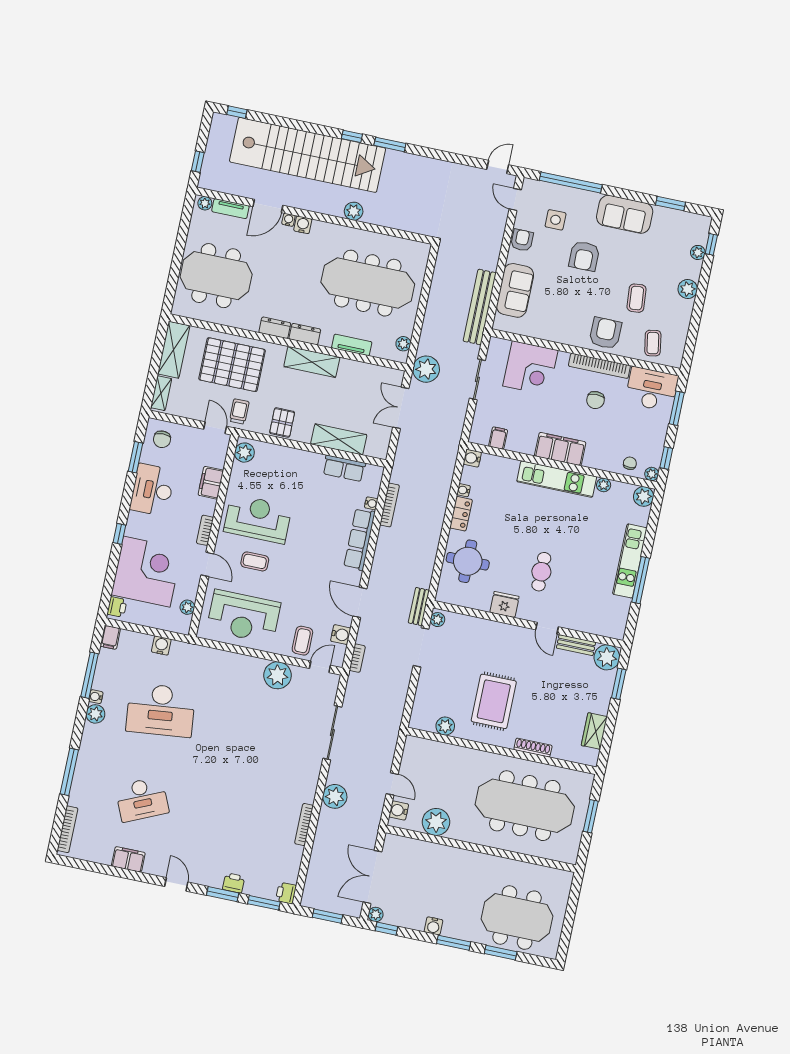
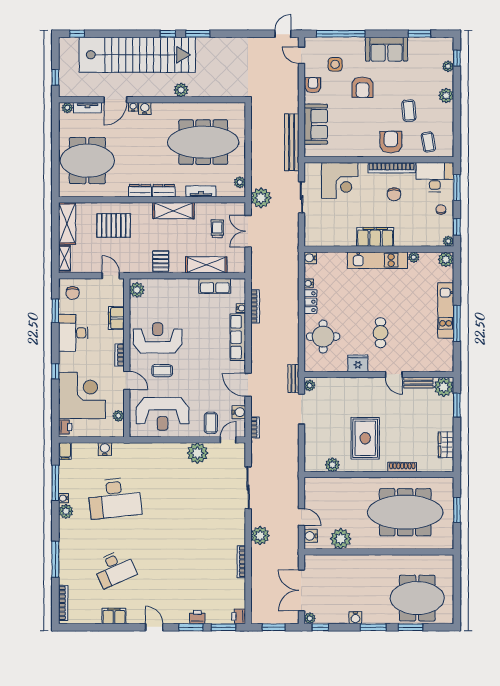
pallet: (232, 365) -> (114, 225), width x0.73, depth x0.71
trolley: (239, 411) -> (217, 229), moved
filing cabinet: (498, 438) -> (326, 239), removed
chair: (630, 463) -> (441, 209), moved

